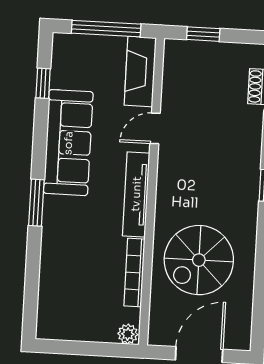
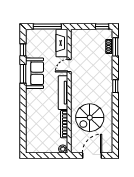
window: (203, 34) -> (102, 27), moved
sofa: (68, 143) -> (35, 73), width x0.73
window: (36, 203) -> (23, 74), moved

